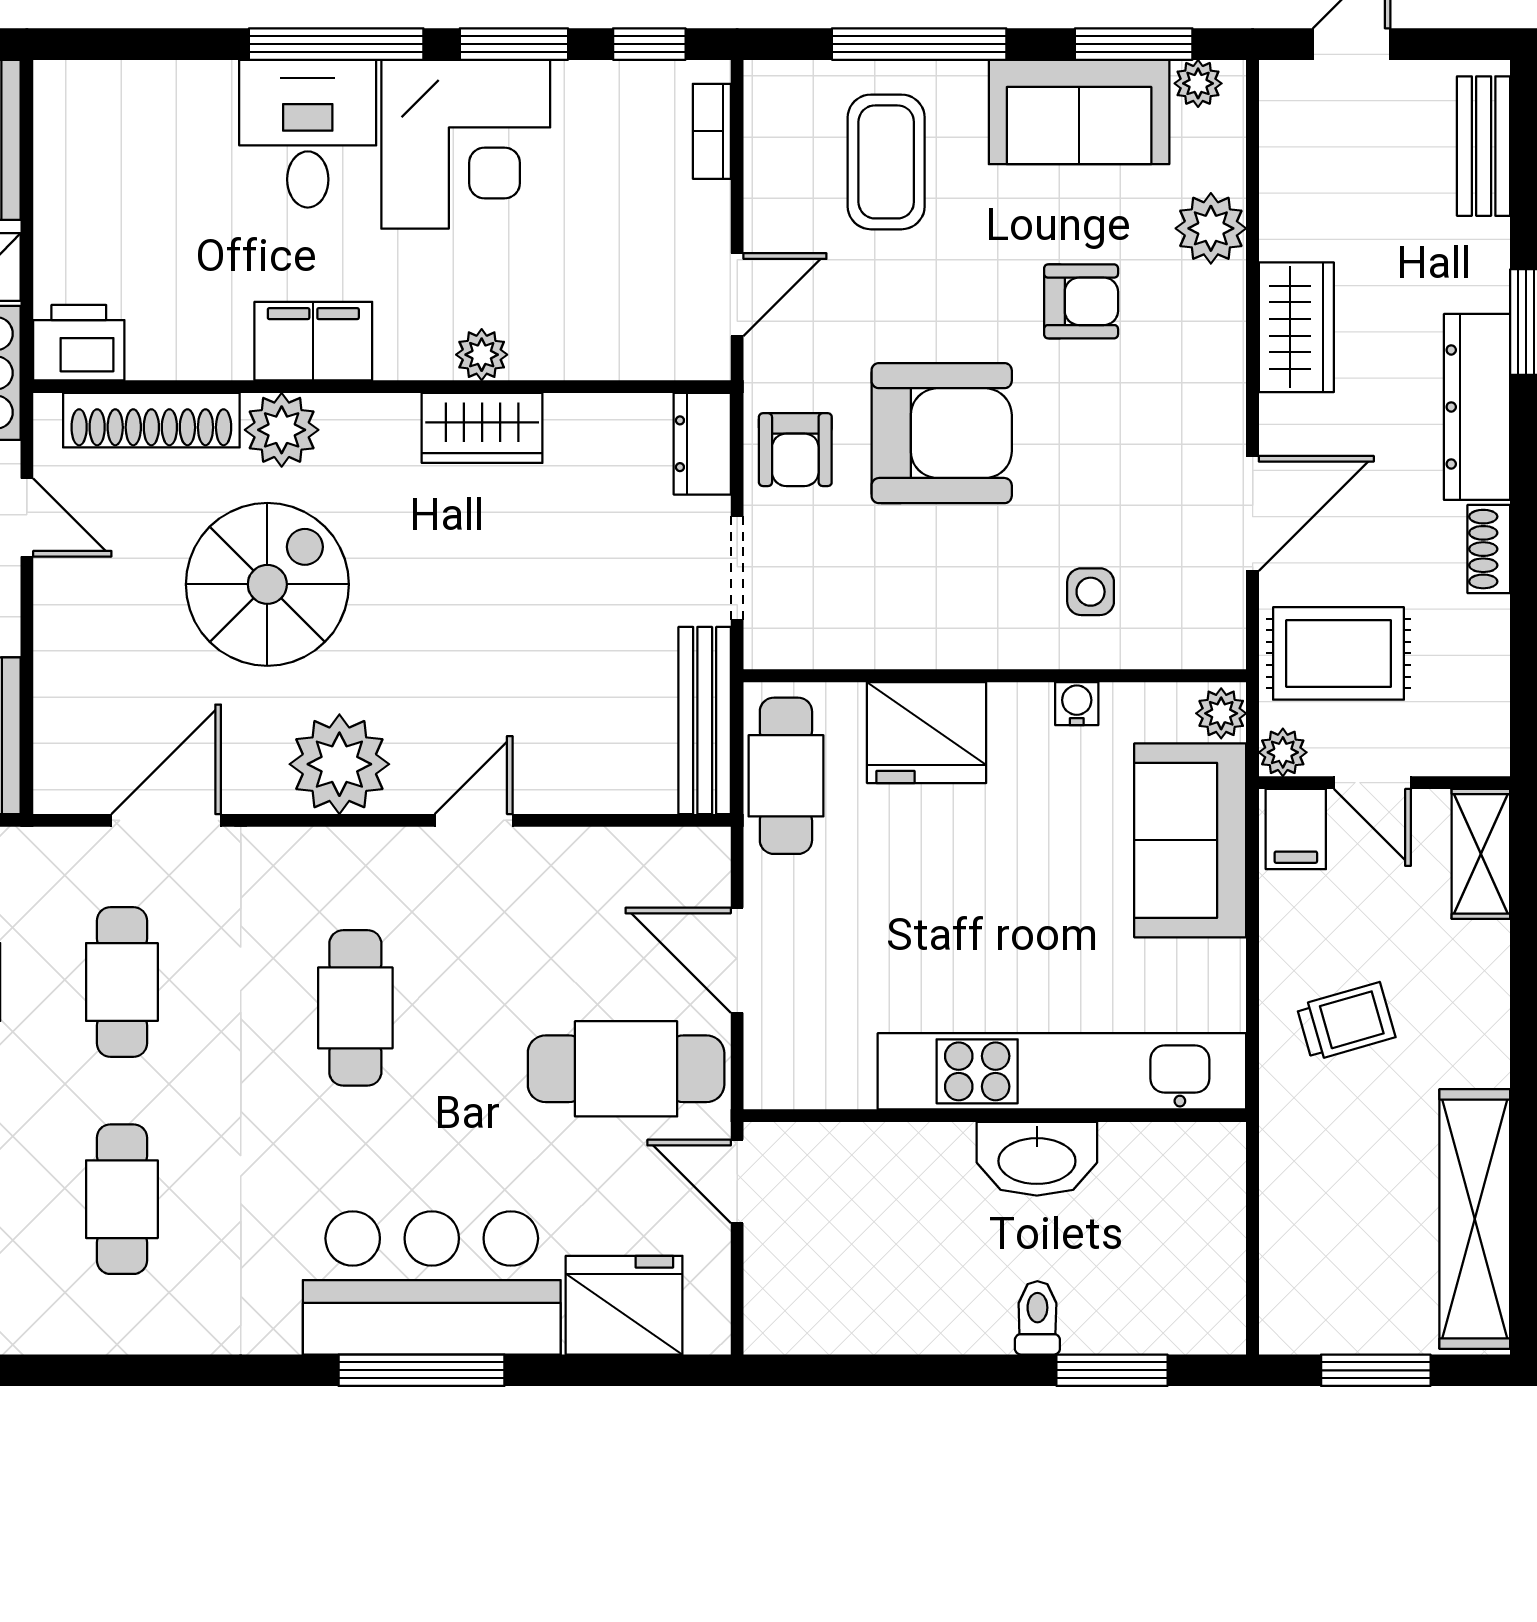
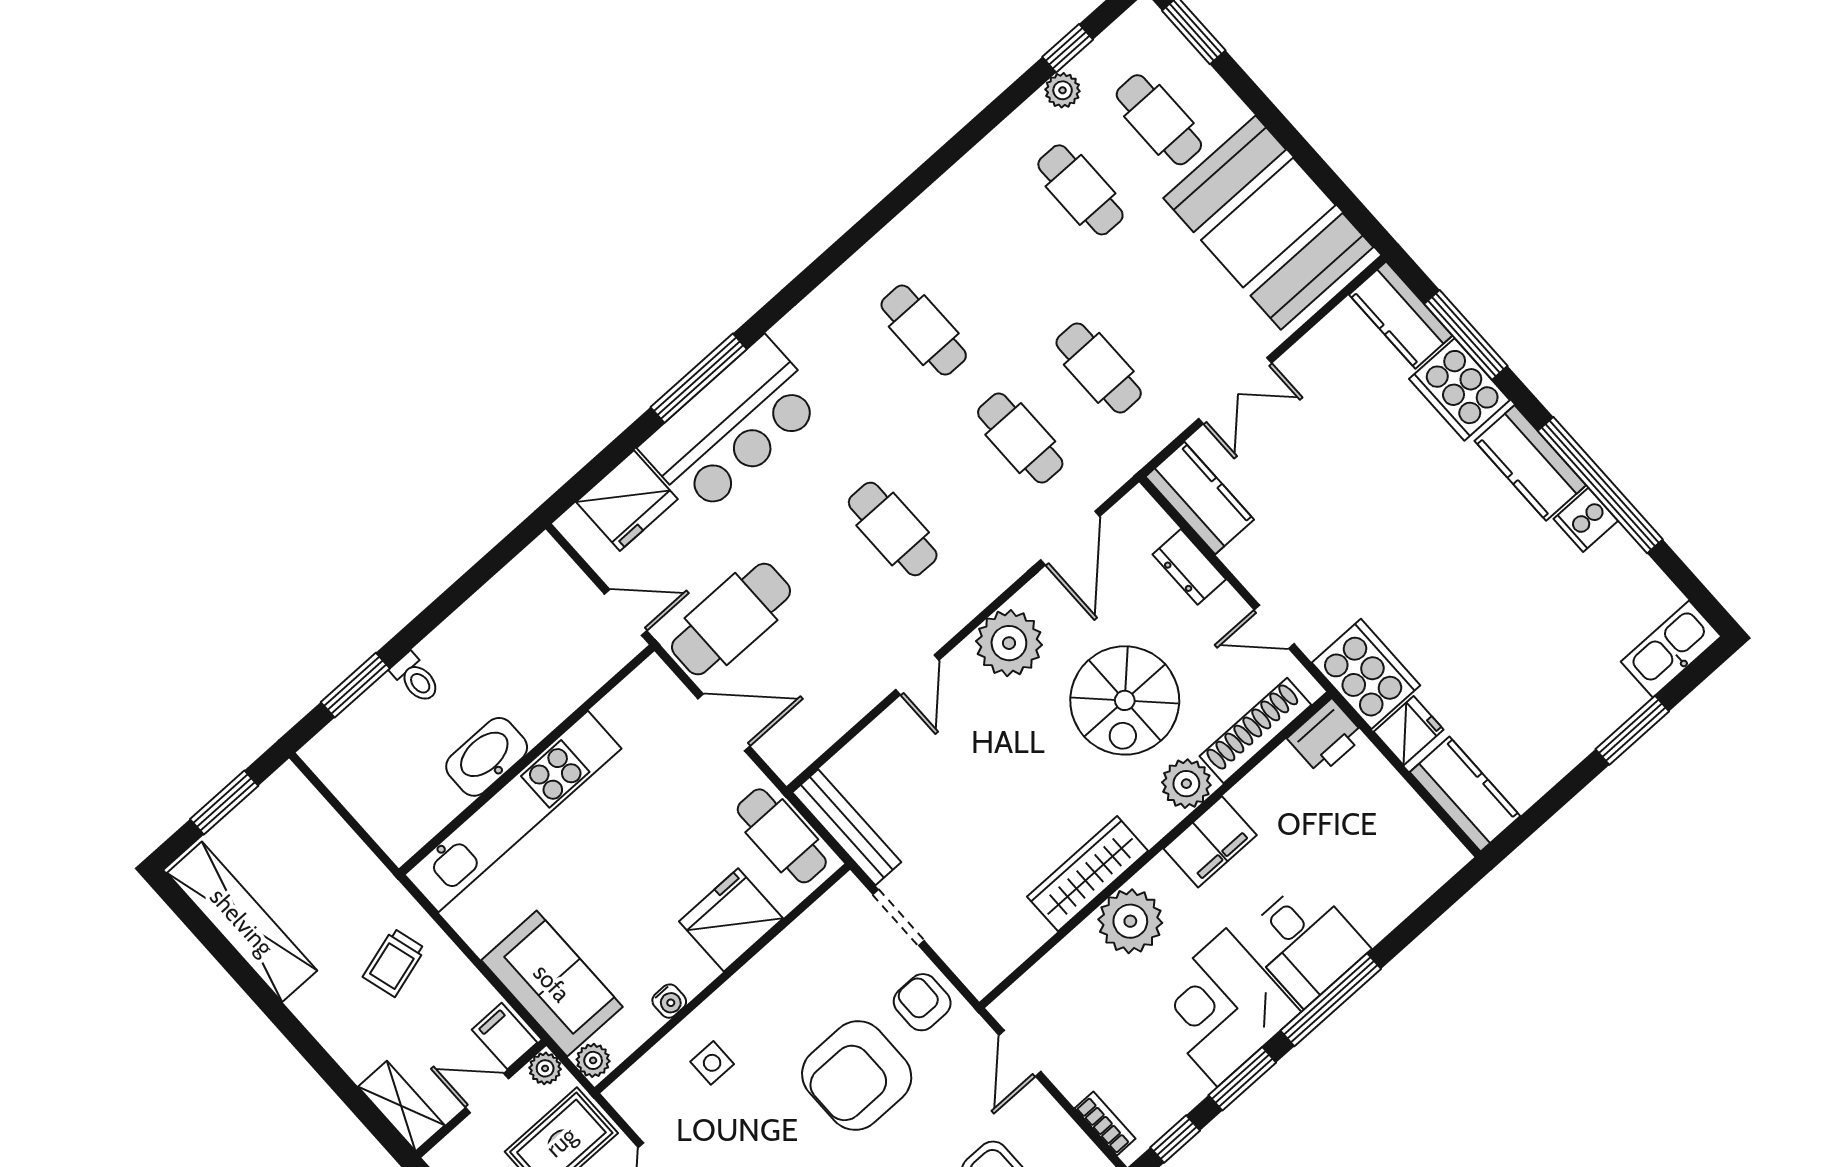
plant: (482, 355) -> (1130, 921), width x1.88, depth x1.88
wardrobe: (482, 428) -> (1088, 874), width x1.50
dresser: (702, 444) -> (1189, 567), moved, turned 180

